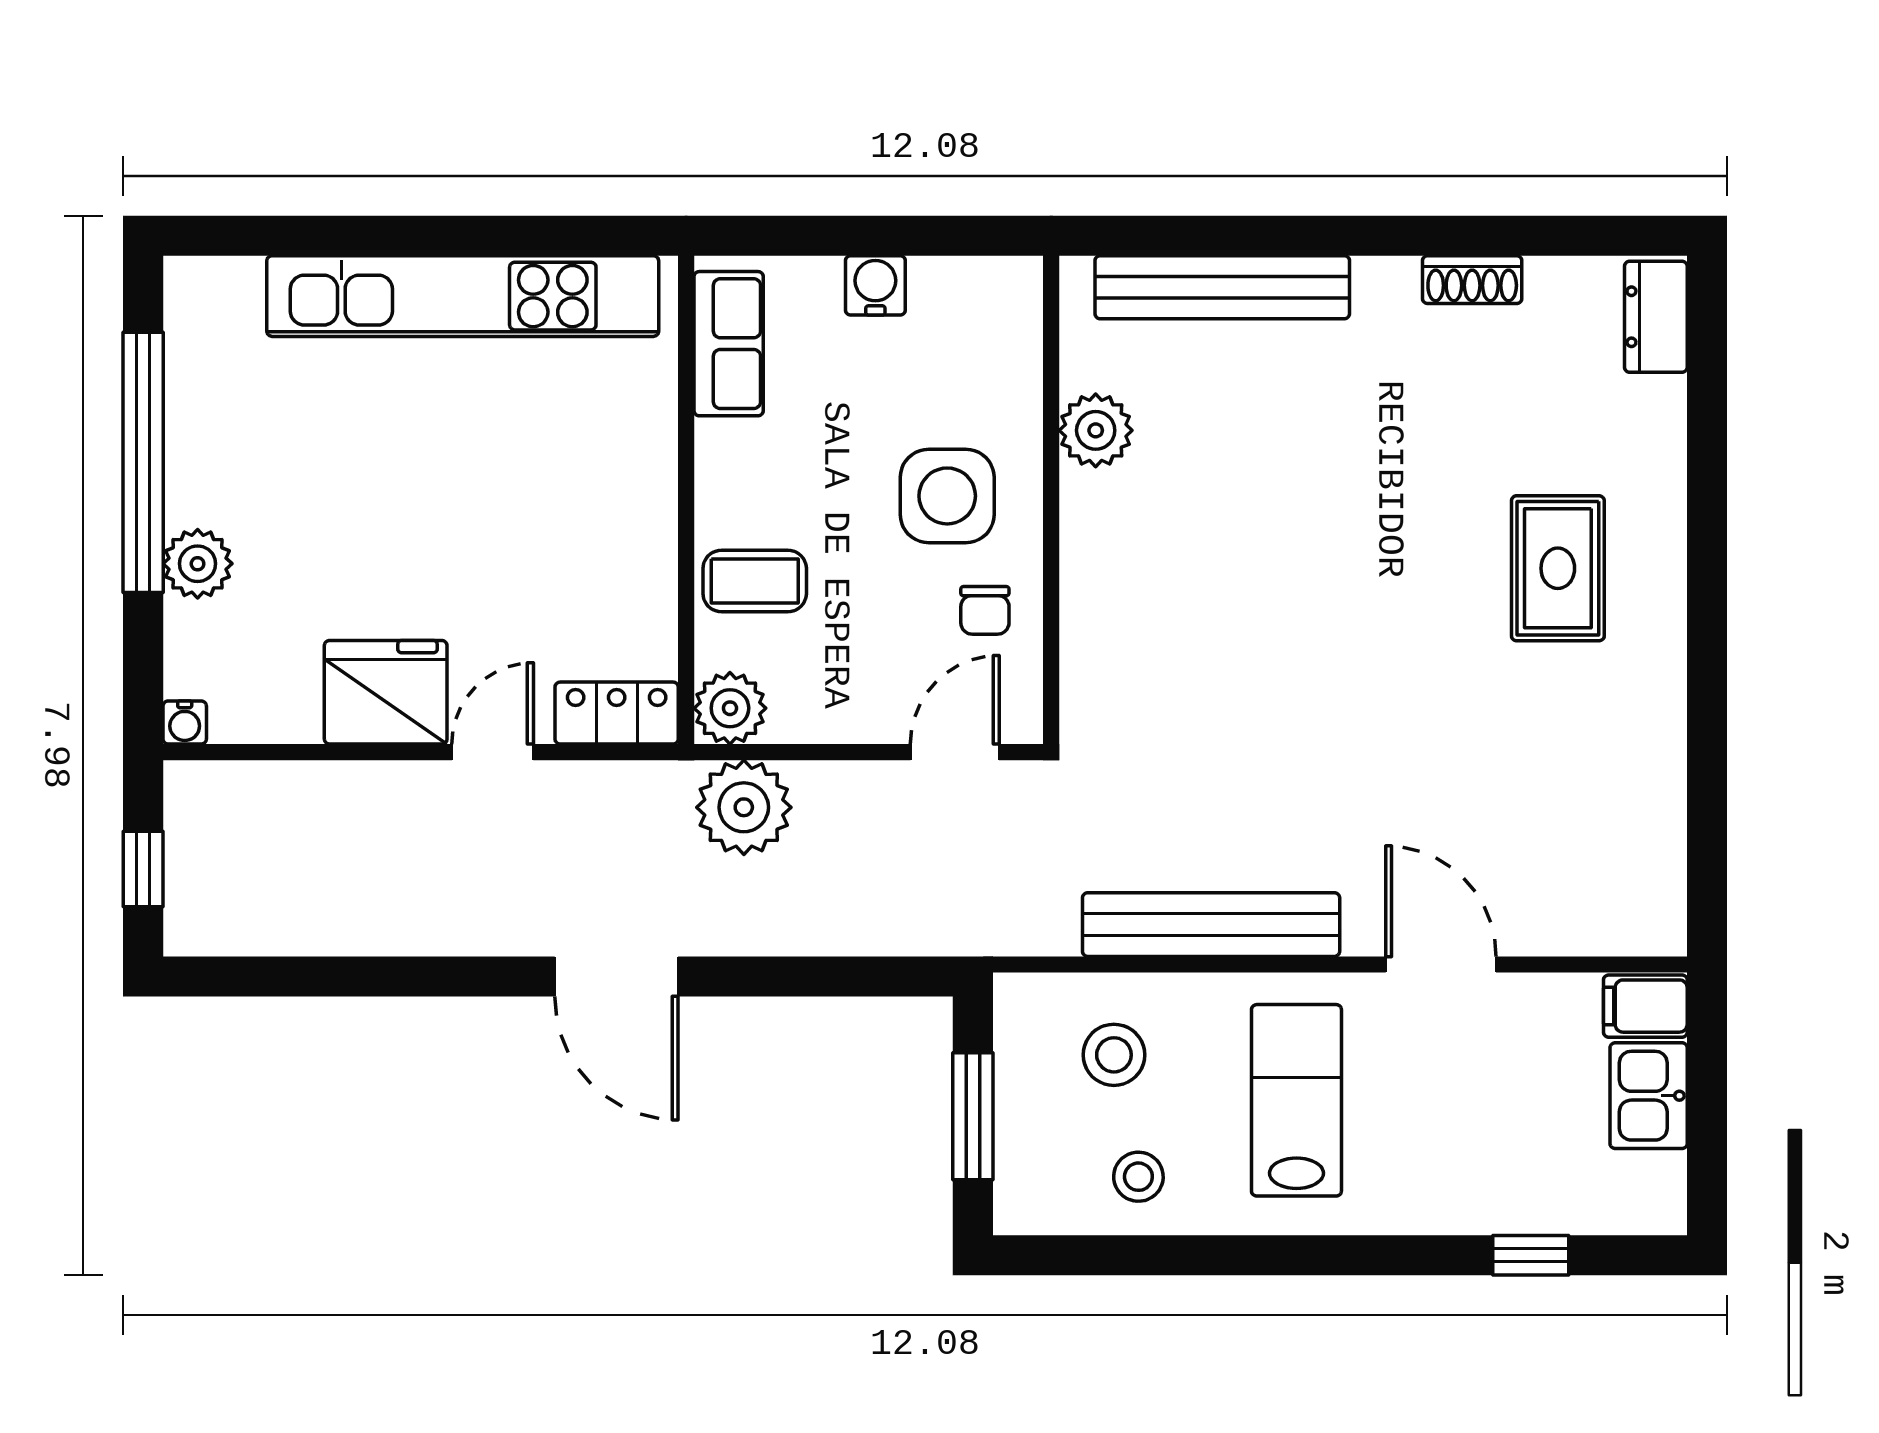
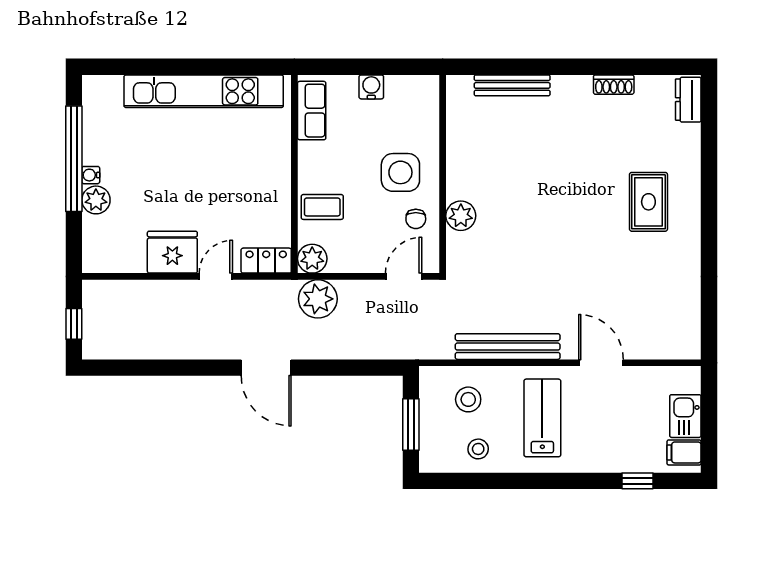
bench: (1222, 287) -> (512, 85), width x0.73, depth x0.82
plant: (1096, 430) -> (461, 216), moved
water cooler: (185, 723) -> (91, 175), moved, turned 90
filing cabinet: (1645, 1006) -> (684, 452), moved

